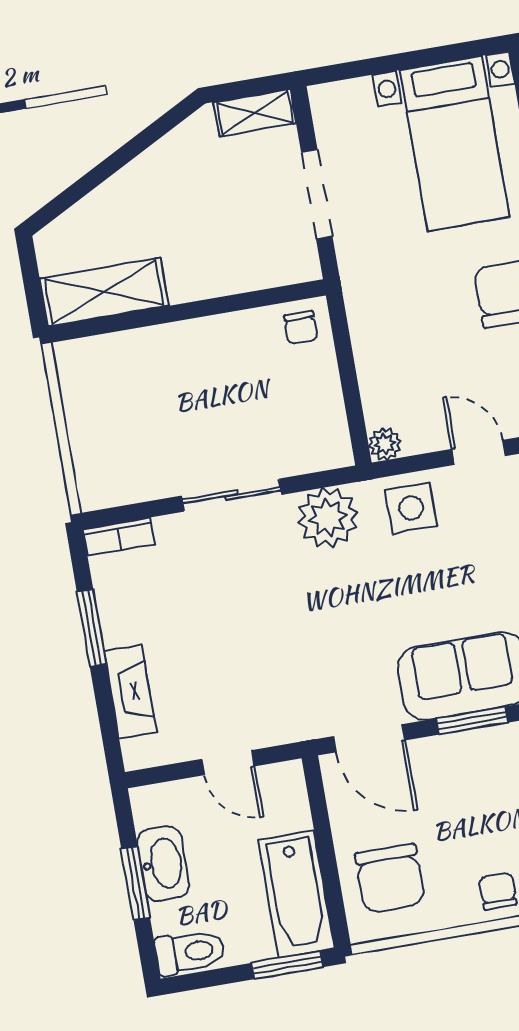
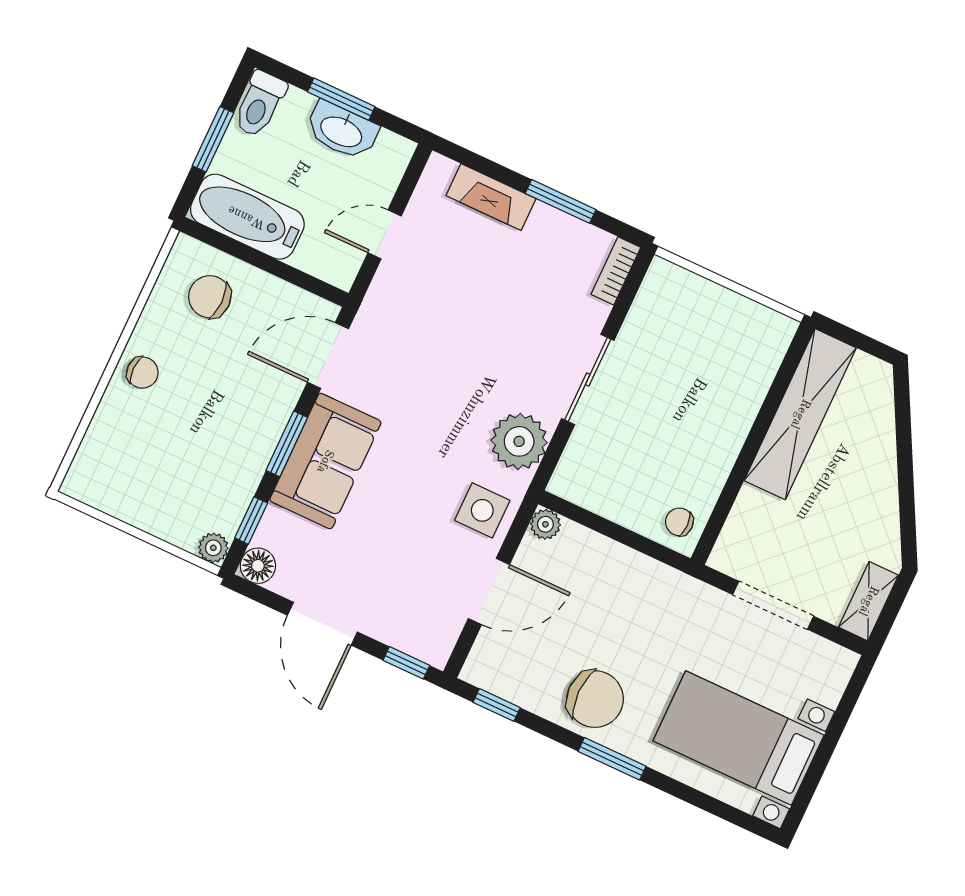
shelving: (104, 292) -> (800, 414), width x1.47
door: (478, 452) -> (489, 592), width x1.38
chair: (390, 878) -> (210, 297), width x0.73, depth x0.73
window: (287, 965) -> (213, 139), moved

